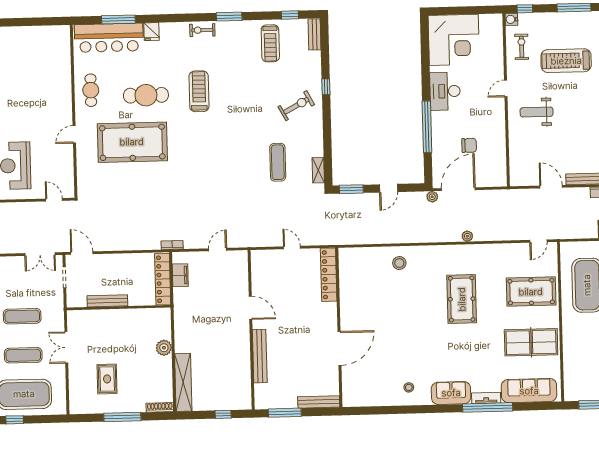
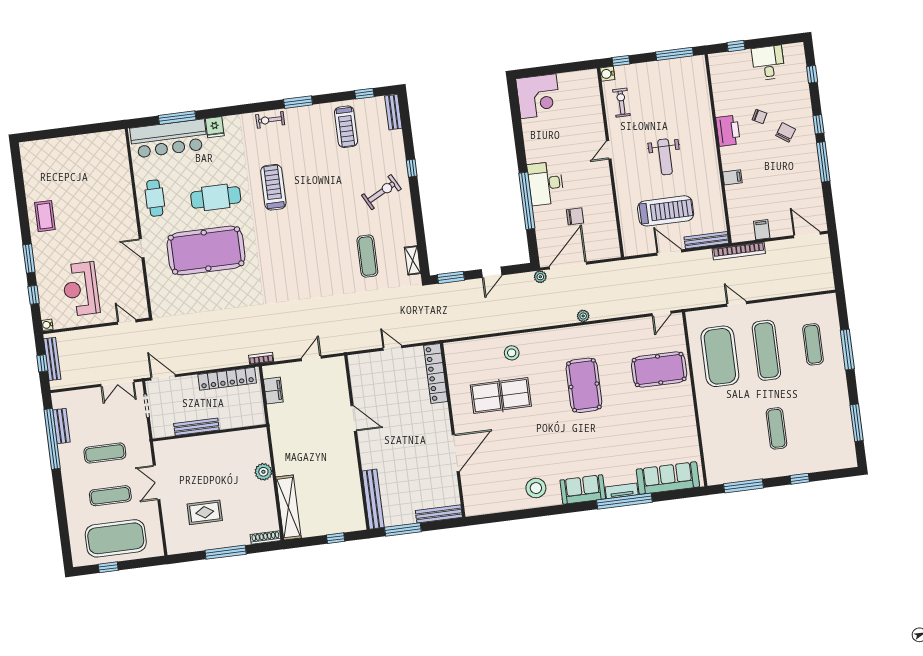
corner desk: (454, 40) -> (538, 96), width x0.74, depth x0.74
treadmill: (566, 61) -> (666, 211), moved, turned 180
desk: (445, 91) -> (546, 183), moved
weight bench: (537, 112) -> (665, 157), moved, turned -90
door: (74, 134) -> (142, 248), hinge flipped
locker: (163, 279) -> (227, 379), moved, turned -90
table tennis table: (531, 342) -> (501, 396), moved
bench: (260, 356) -> (373, 499), moved
rug: (107, 379) -> (205, 512), turned 90
stool: (409, 387) -> (536, 488), width x1.89, depth x1.89

